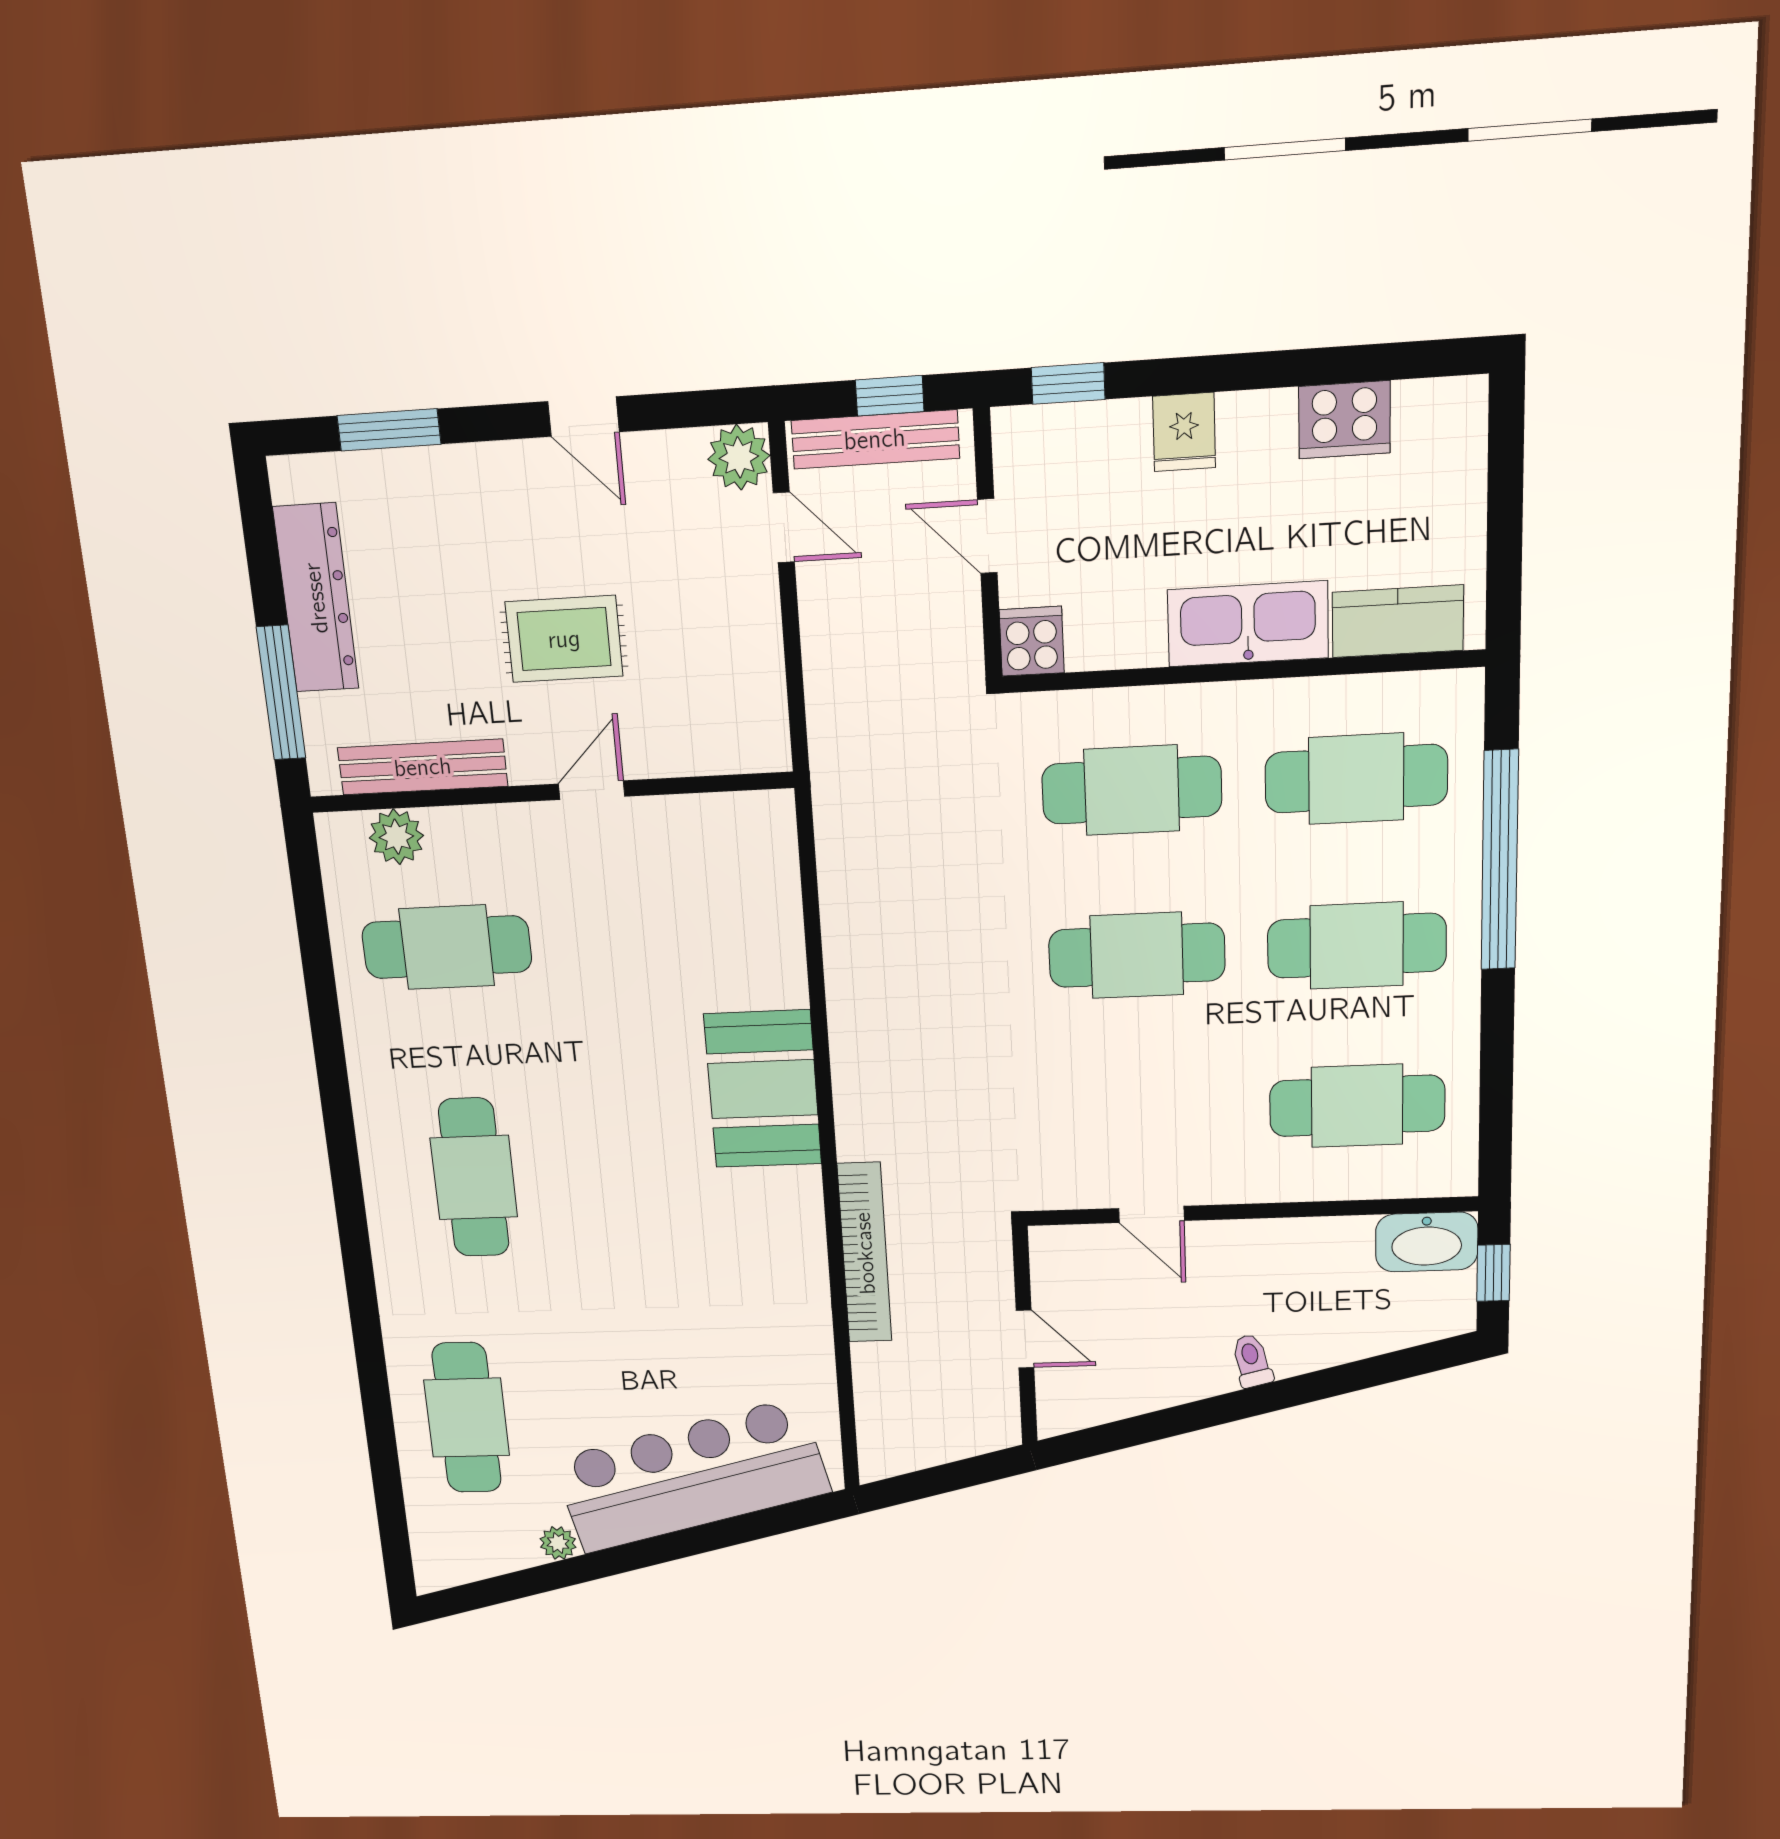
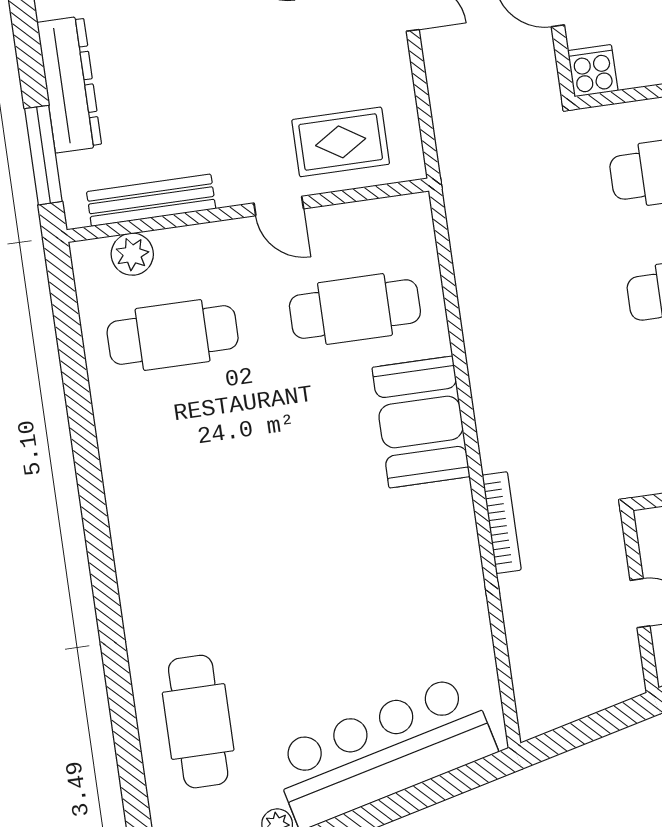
rug: (564, 639) -> (341, 142), moved
door: (592, 790) -> (279, 206), swing flipped
cafe table: (474, 1177) -> (355, 309), moved, turned 90
bookcase: (865, 1253) -> (502, 523), width x0.68, depth x0.76

